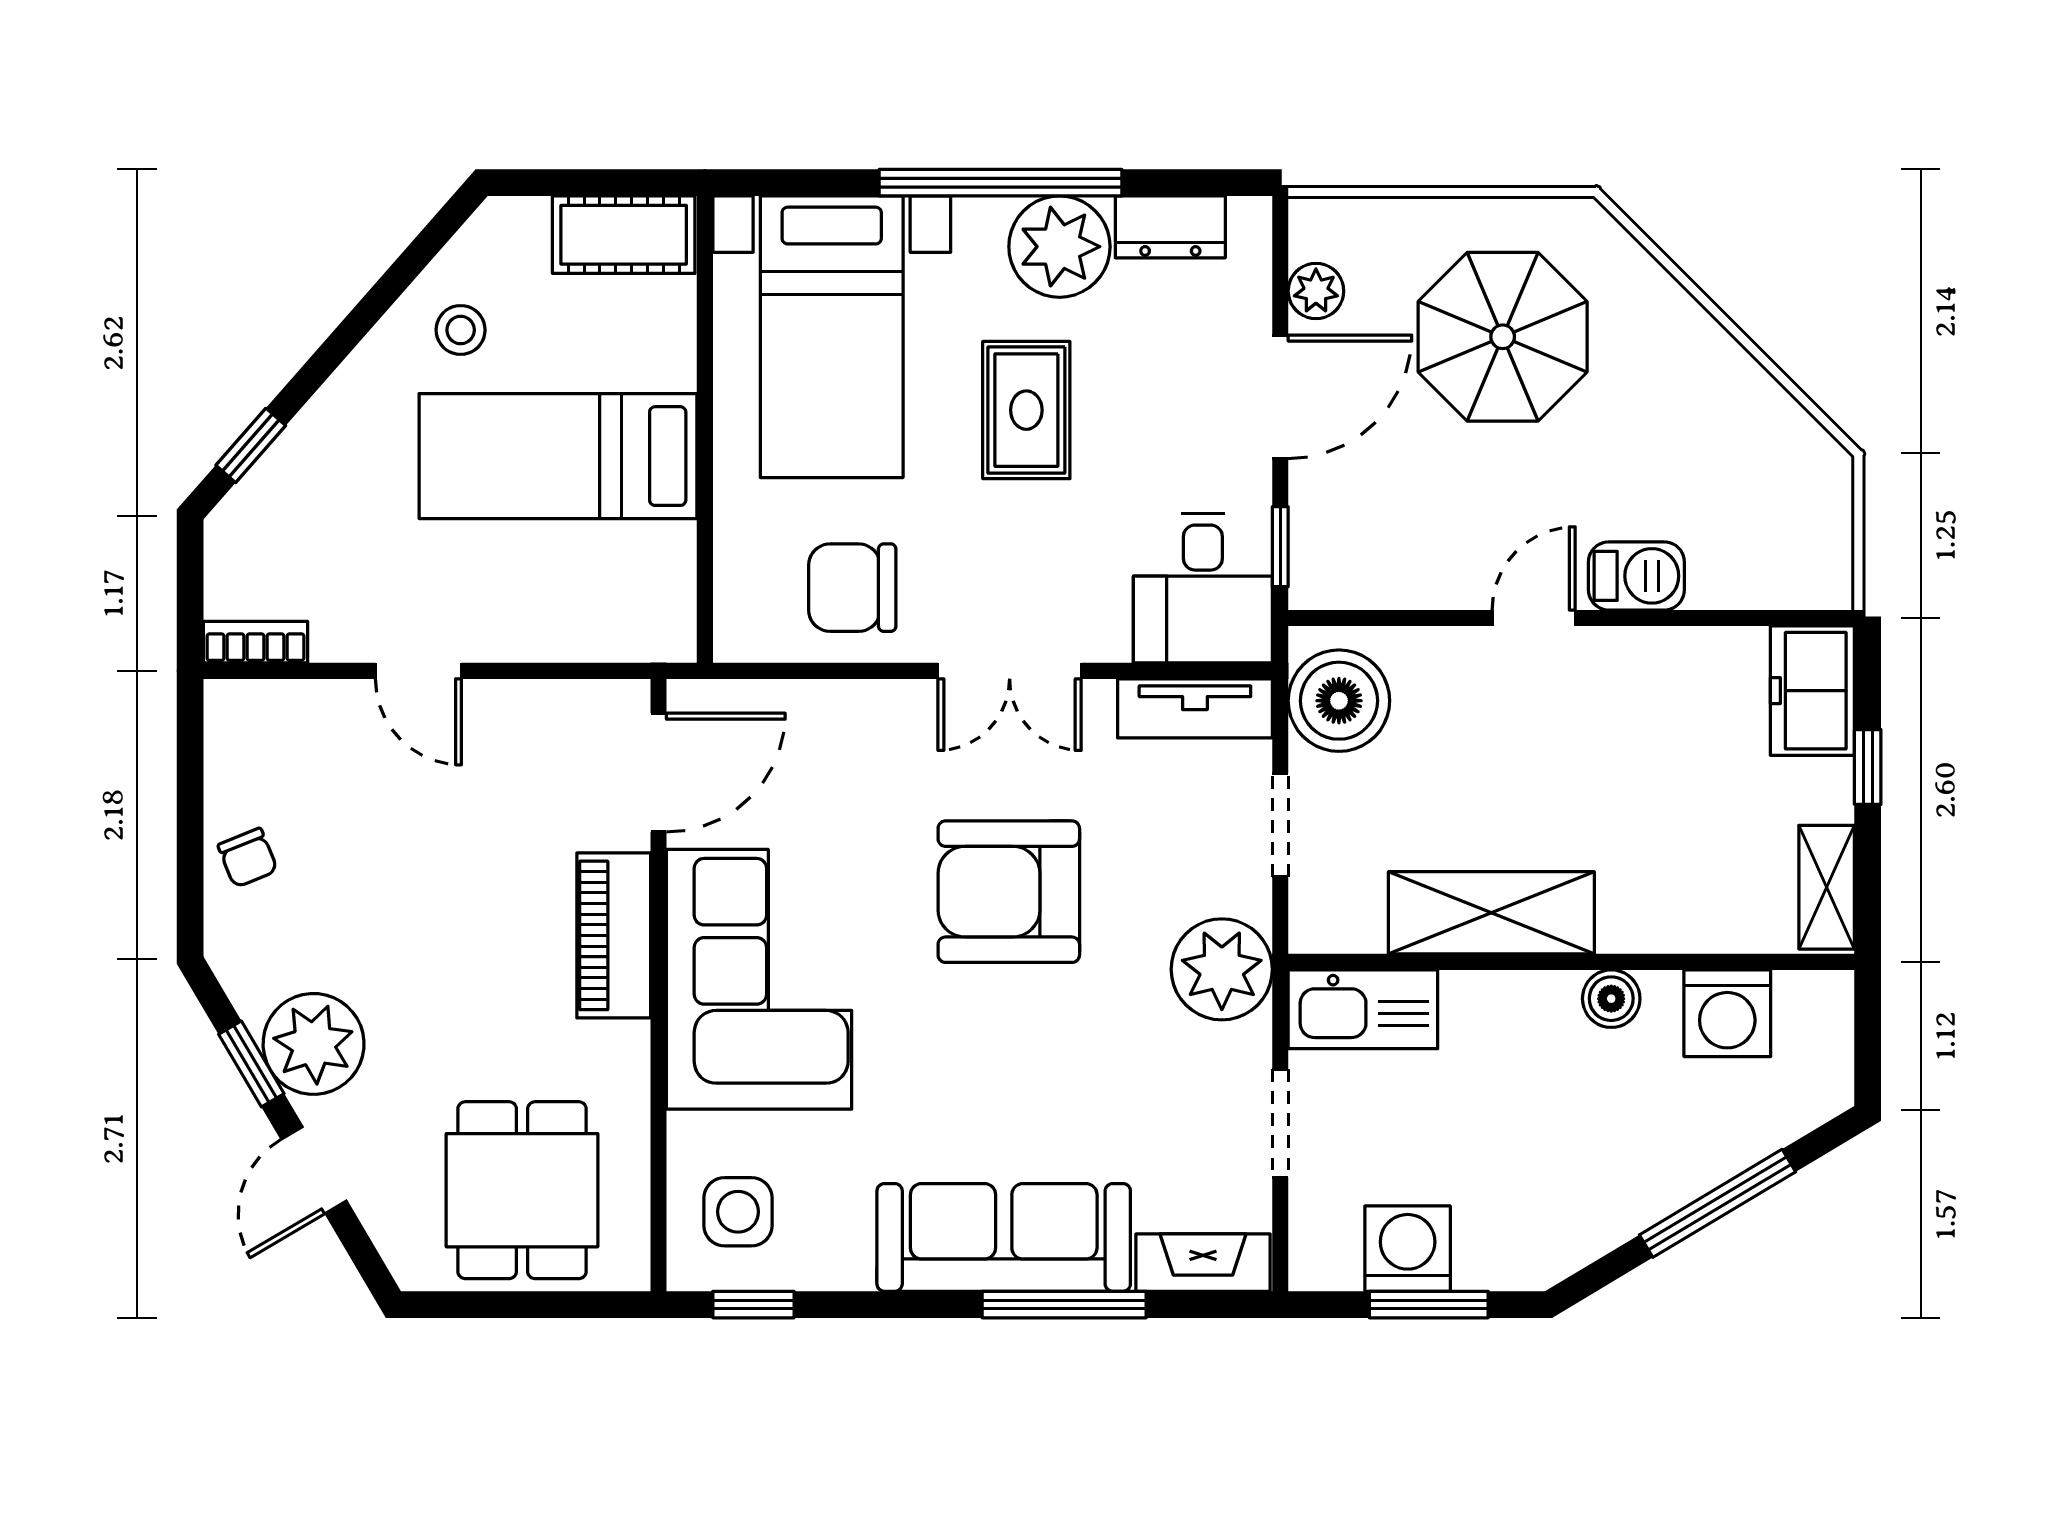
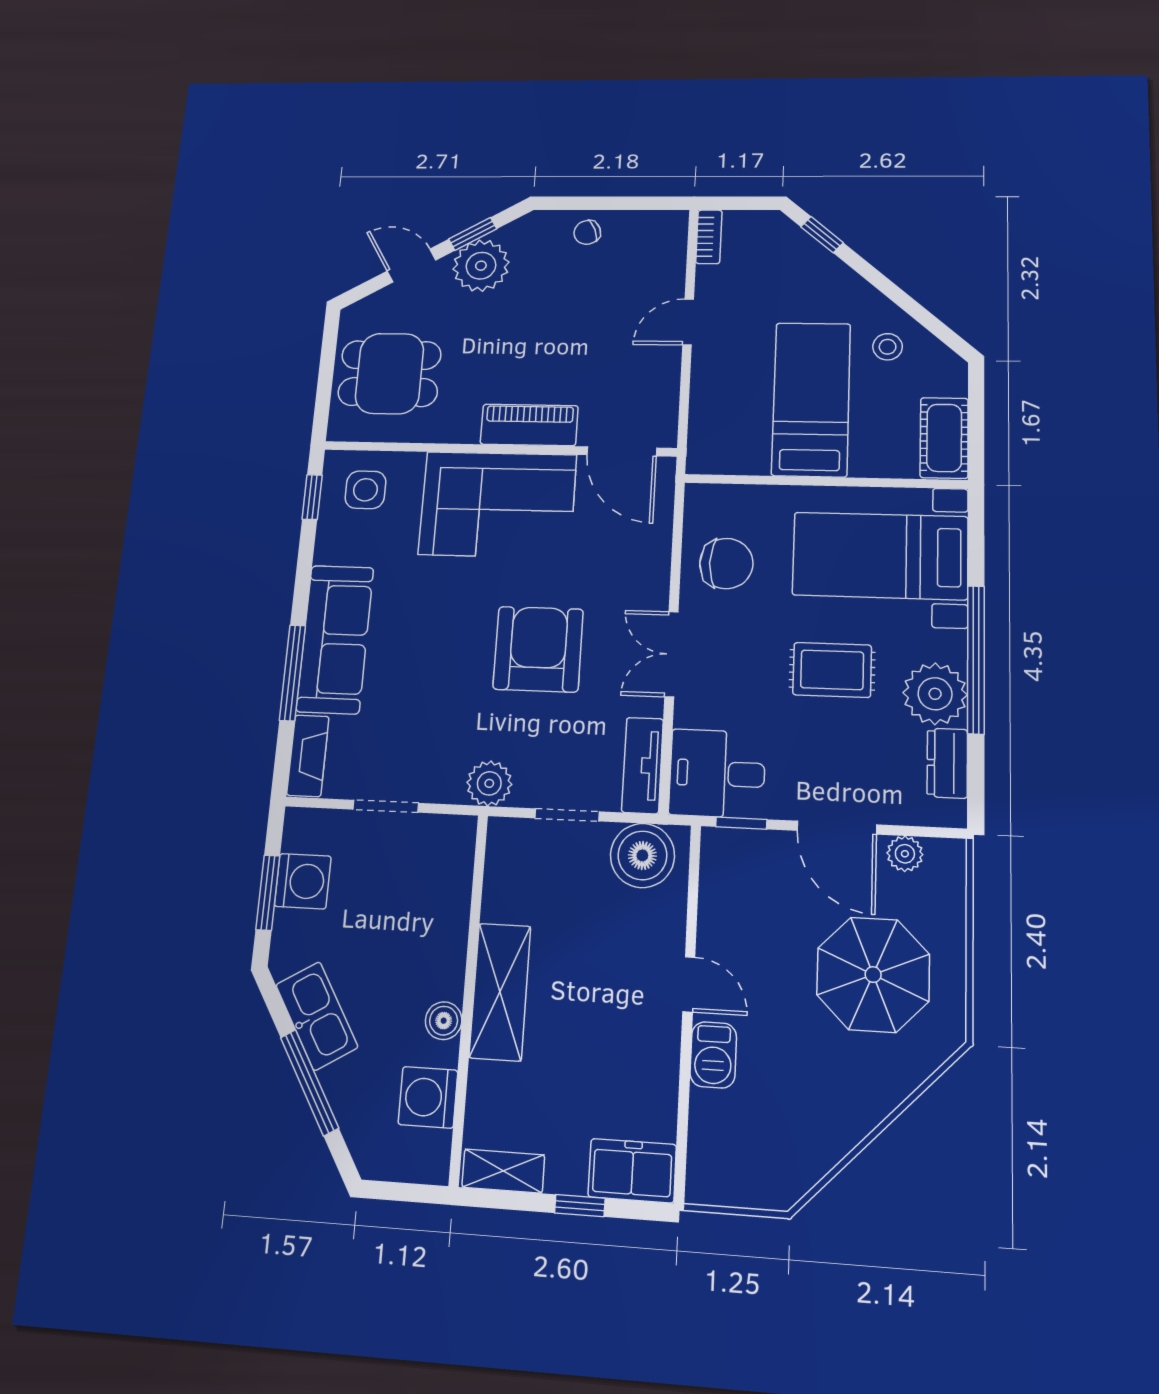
chair: (852, 588) -> (726, 564), turned 90
shelving: (1491, 913) -> (500, 992), moved
plant: (1222, 969) -> (489, 783), width x0.73, depth x0.73
kitchen sink: (1363, 1009) -> (317, 1016), moved, turned 149

